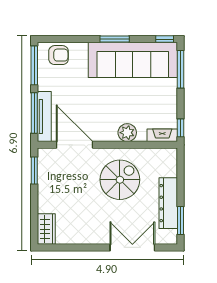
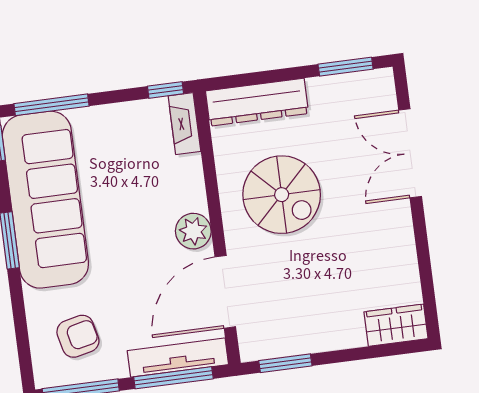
armchair: (59, 55) -> (78, 336), moved, turned 77
plant: (127, 133) -> (193, 231), moved
spiral stairs: (120, 180) -> (282, 195), turned 180
dresser: (168, 203) -> (257, 102), moved

